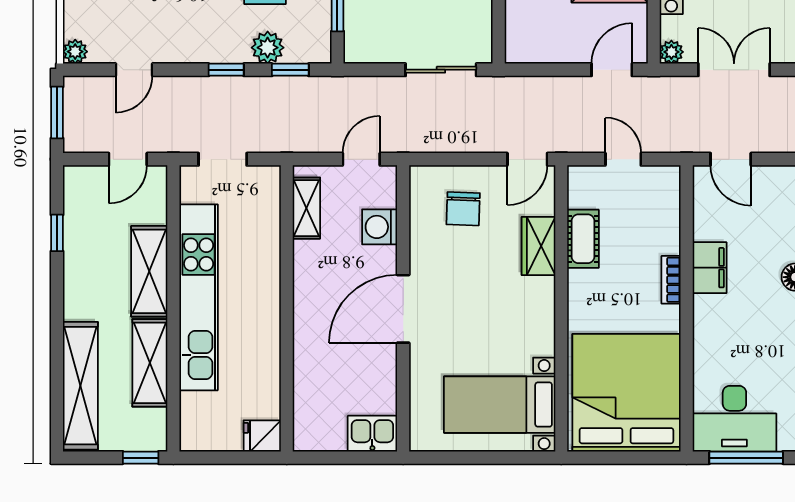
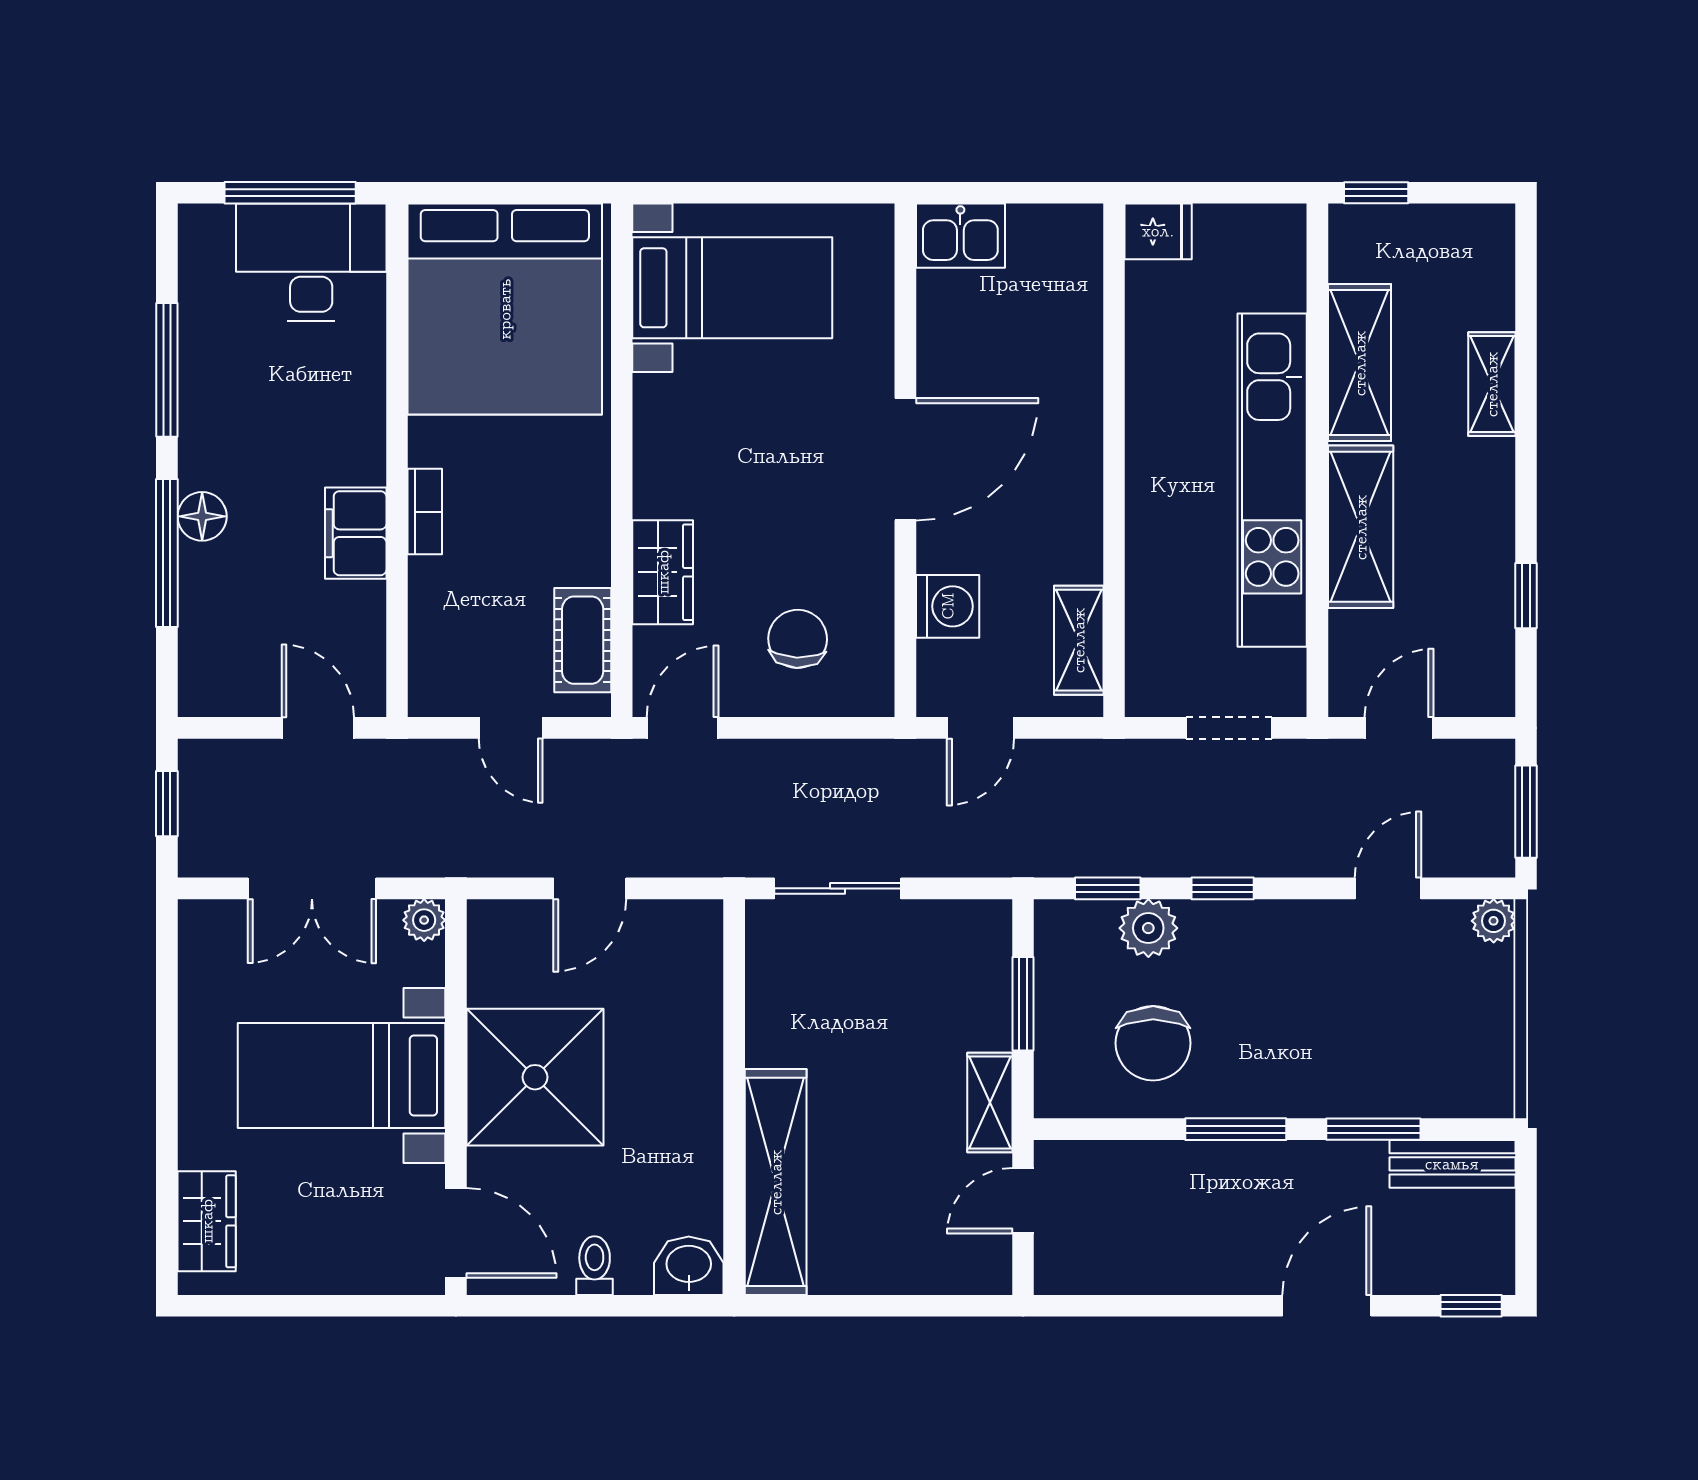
door: (612, 70) -> (590, 888), moved
cot: (583, 239) -> (583, 640), moved
shelving: (80, 386) -> (1492, 384), width x0.45, depth x0.75

